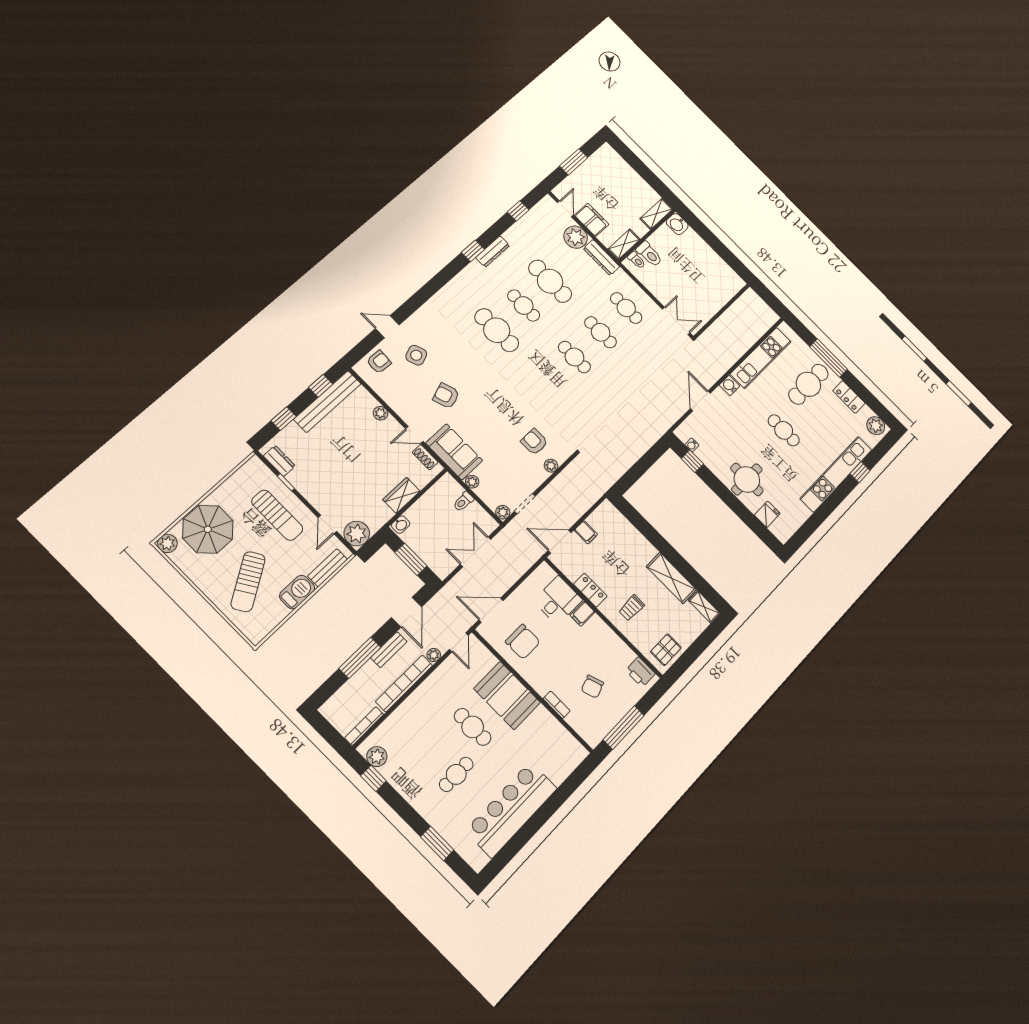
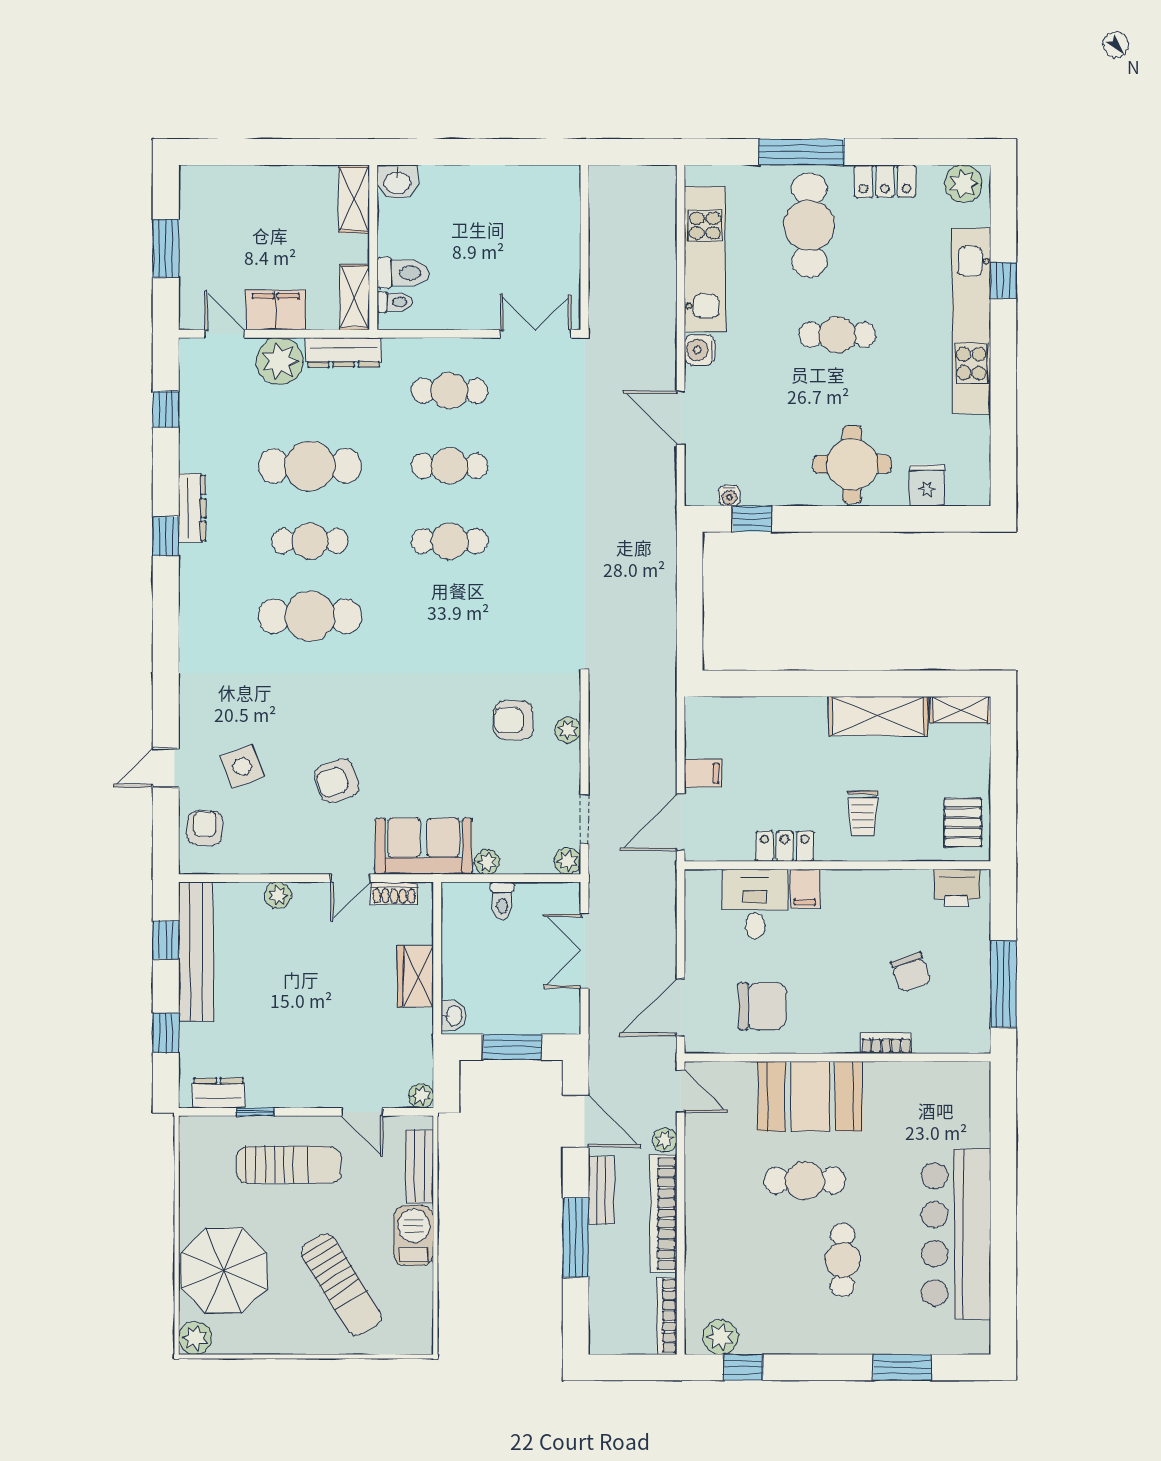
plant: (357, 534) -> (421, 1096), width x0.53, depth x0.53

